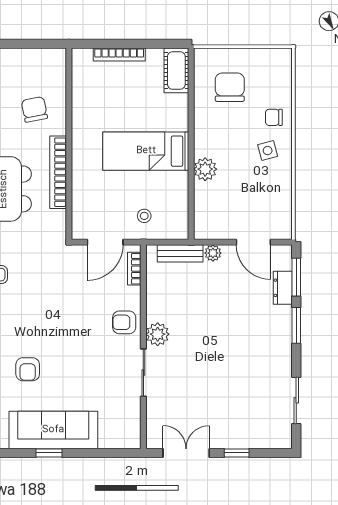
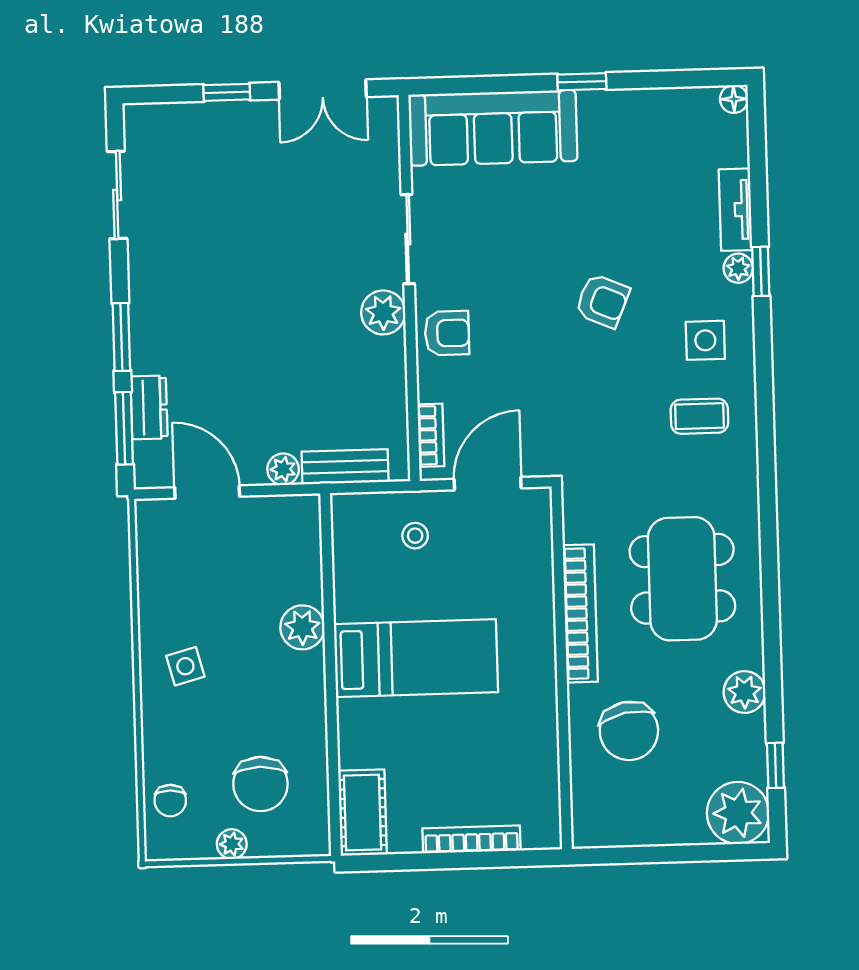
plant: (246, 56) -> (232, 844), added
chair: (34, 109) -> (629, 731), width x1.37, depth x1.37
chair: (274, 117) -> (170, 801), moved, turned 91
armchair: (28, 369) -> (602, 301), moved, turned 113
sofa: (53, 430) -> (493, 128), moved

